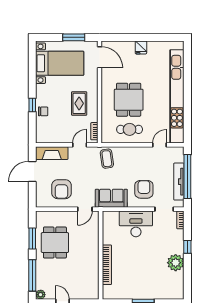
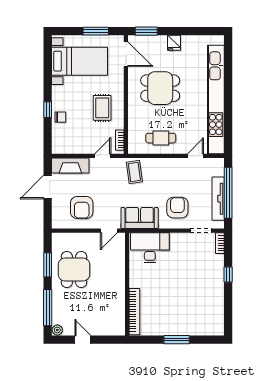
window: (117, 37) -> (146, 31), added
dining table: (129, 100) -> (160, 88), moved, turned 90
desk: (136, 224) -> (150, 248), moved
plant: (176, 263) -> (214, 293), removed
bookcase: (107, 265) -> (134, 312), moved

